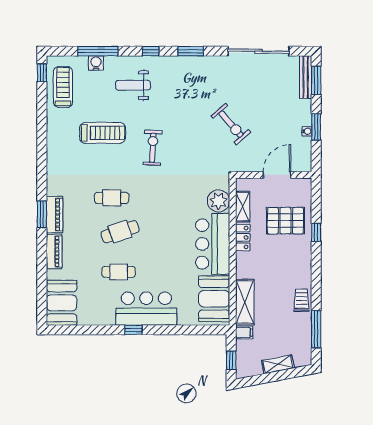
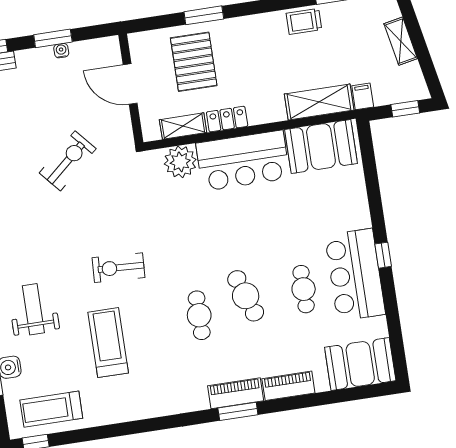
weight bench: (133, 85) -> (33, 309), turned 180
window: (316, 232) -> (204, 15), width x1.50
bar counter: (146, 309) -> (355, 275), moved

